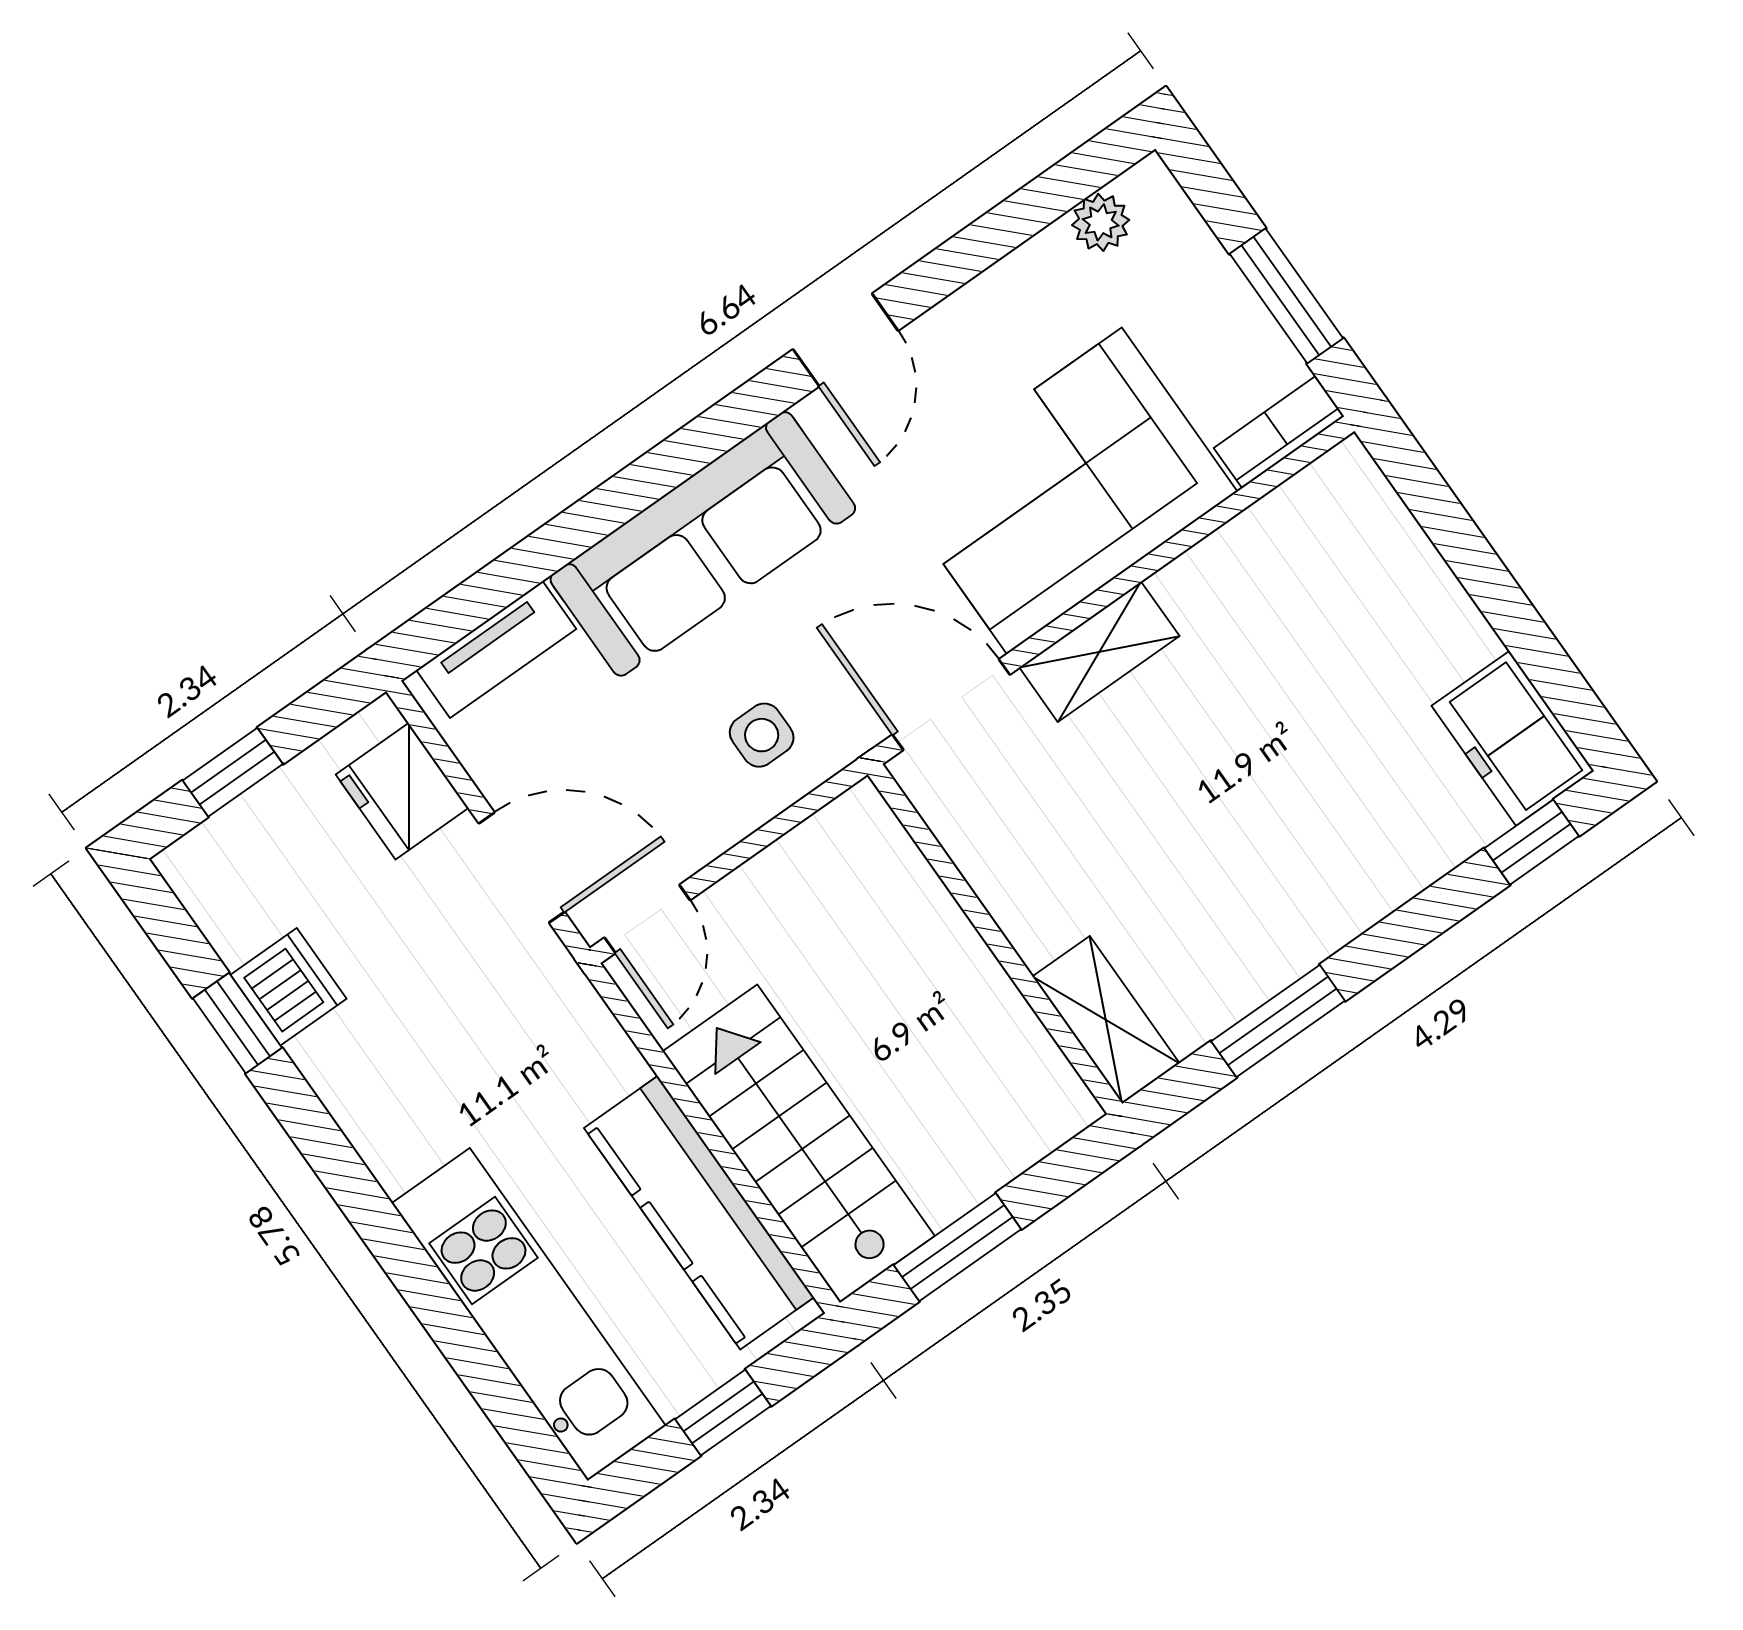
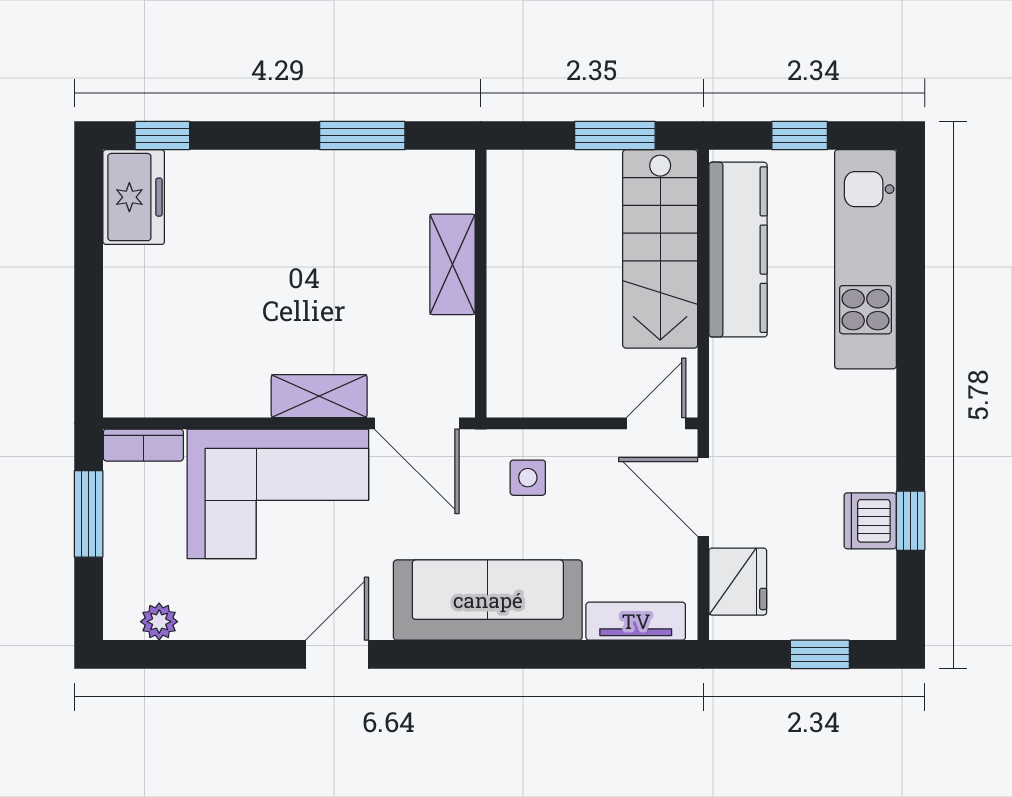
shelving: (1106, 1020) -> (452, 264), moved

